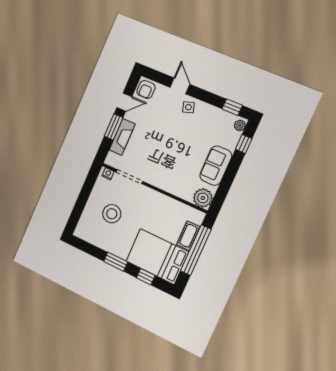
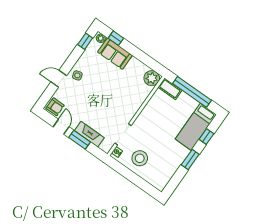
sofa: (216, 166) -> (115, 54), moved
stool: (112, 214) -> (140, 158), moved
cot: (188, 236) -> (170, 89), moved
bed: (157, 257) -> (196, 127), width x0.67

